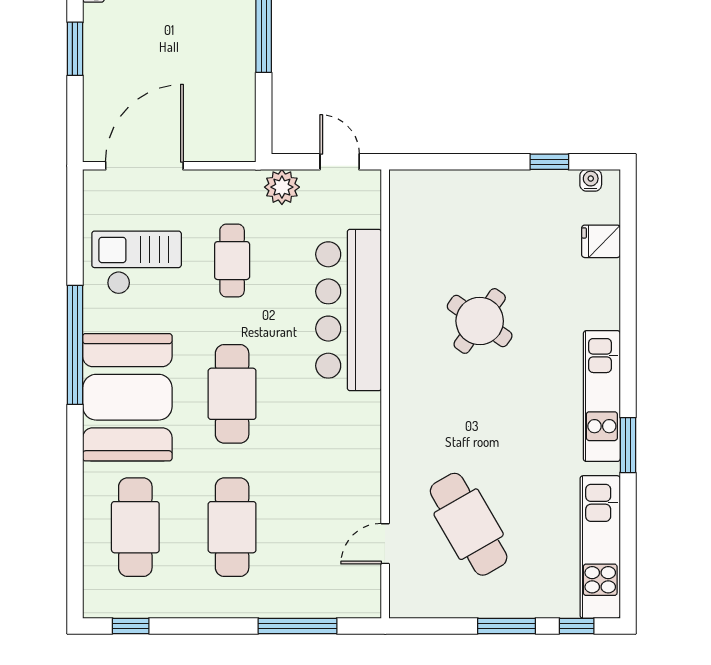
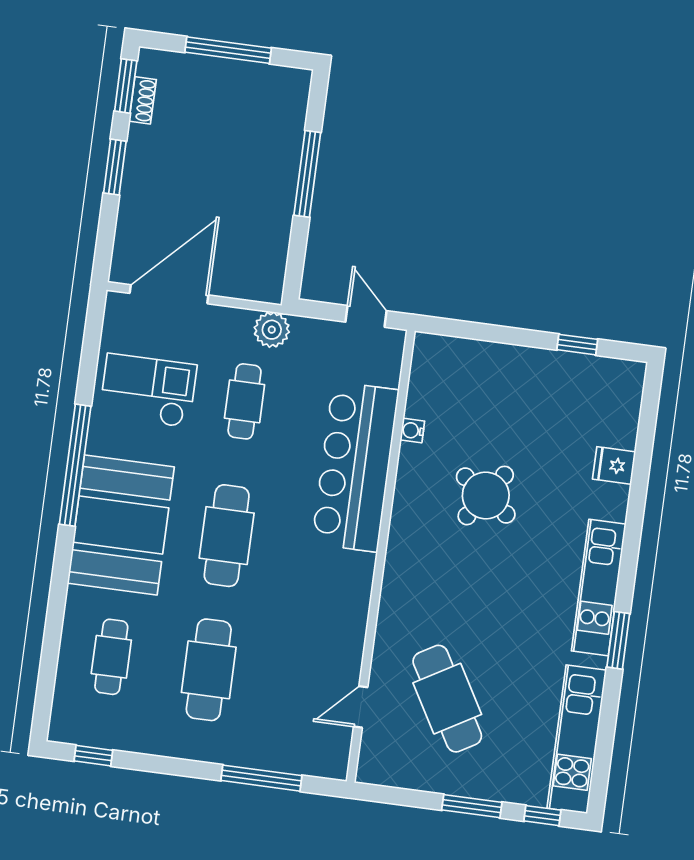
water cooler: (591, 180) -> (412, 431), moved, turned -90
plant: (282, 187) -> (272, 330), moved
fridge: (601, 241) -> (614, 465), moved
cafe table: (135, 527) -> (111, 657), width x0.73, depth x0.74

